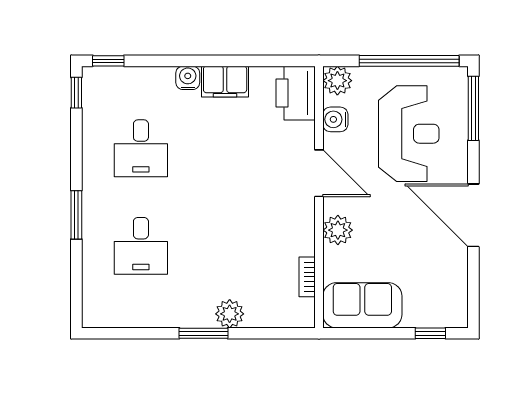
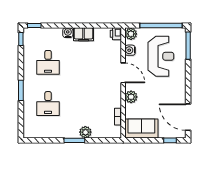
printer: (296, 93) -> (116, 34), width x0.53, depth x0.68
door: (473, 215) -> (188, 117), moved

